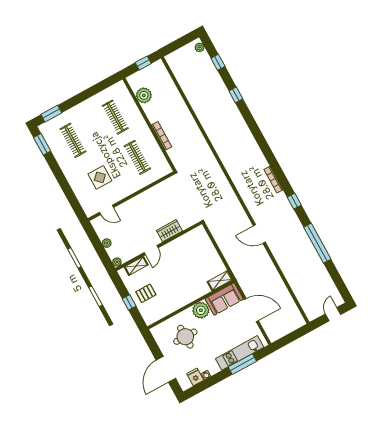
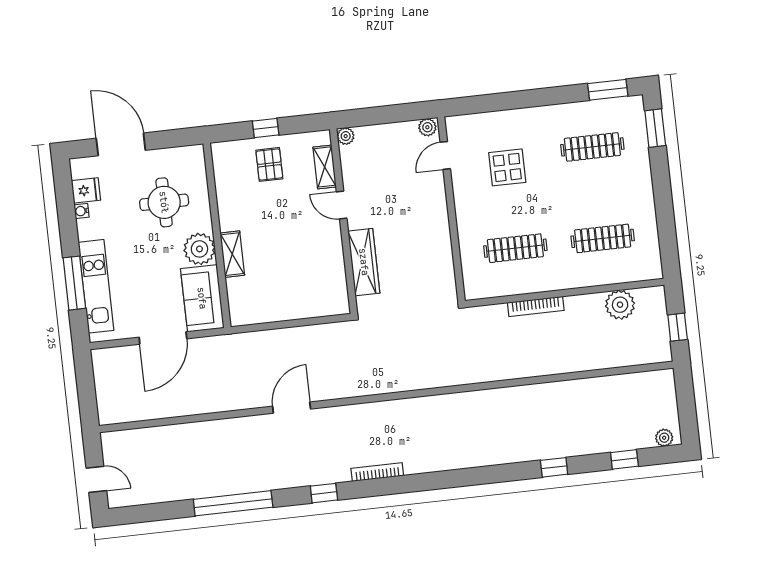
wardrobe: (169, 231) -> (364, 262), width x1.50
plant: (107, 243) -> (427, 127), moved
shelving: (220, 281) -> (232, 254), moved

